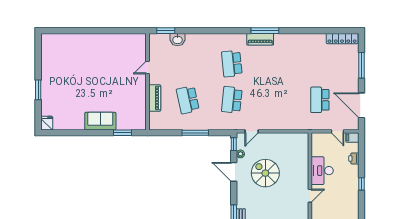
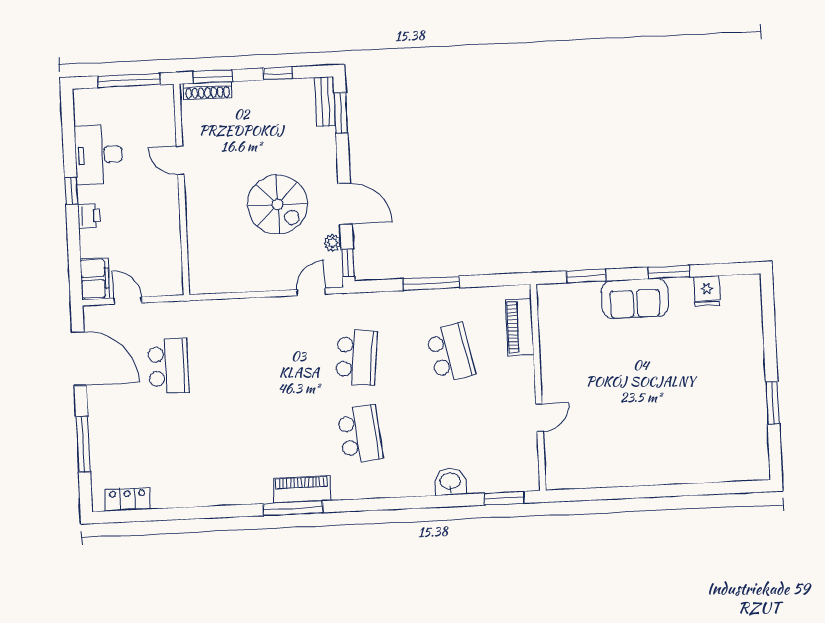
locker: (342, 39) -> (127, 499), width x0.66
washbasin: (177, 40) -> (450, 482), moved
window: (38, 90) -> (773, 403), moved
piano: (155, 98) -> (520, 327), moved
fridge: (47, 123) -> (707, 291), moved
window: (84, 133) -> (669, 272), added
filing cabinet: (352, 138) -> (95, 279), width x2.00
printer: (354, 159) -> (89, 216), moved
desk: (322, 171) -> (99, 155), moved, turned 180
door: (310, 196) -> (180, 160), hinge flipped

